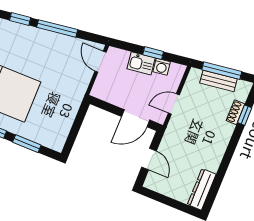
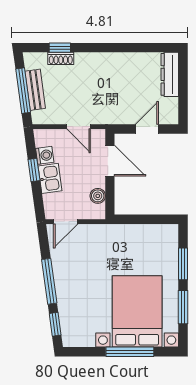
boiler: (111, 97) -> (98, 196), added
dresser: (202, 189) -> (170, 74), moved, turned 90

